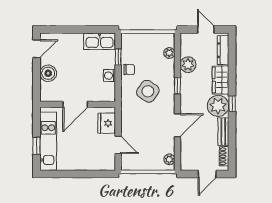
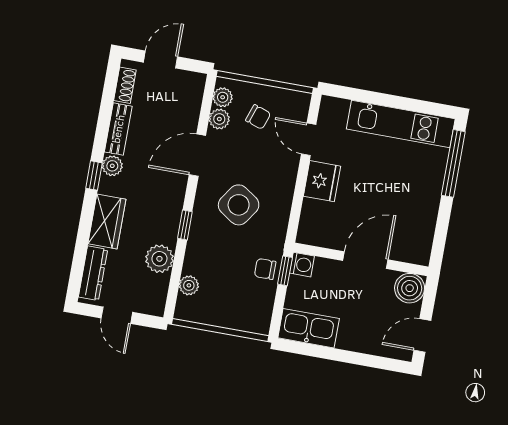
window: (118, 57) -> (285, 271), moved
side table: (148, 91) -> (239, 205), moved
door: (75, 104) -> (365, 260), moved
wall: (78, 104) -> (361, 259), moved
plant: (218, 106) -> (112, 166), width x0.53, depth x0.53
kitchen unit: (48, 141) -> (401, 124), moved, turned -90
window: (37, 146) -> (453, 163), width x2.17
plant: (169, 147) -> (219, 119), added
chair: (148, 152) -> (258, 117), added

